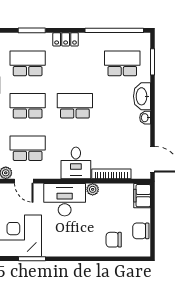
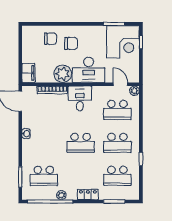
plant: (100, 39) -> (61, 195), added
washbasin: (142, 96) -> (28, 150), removed
plant: (93, 189) -> (63, 74), width x1.88, depth x1.88
chair: (141, 231) -> (71, 43), moved

